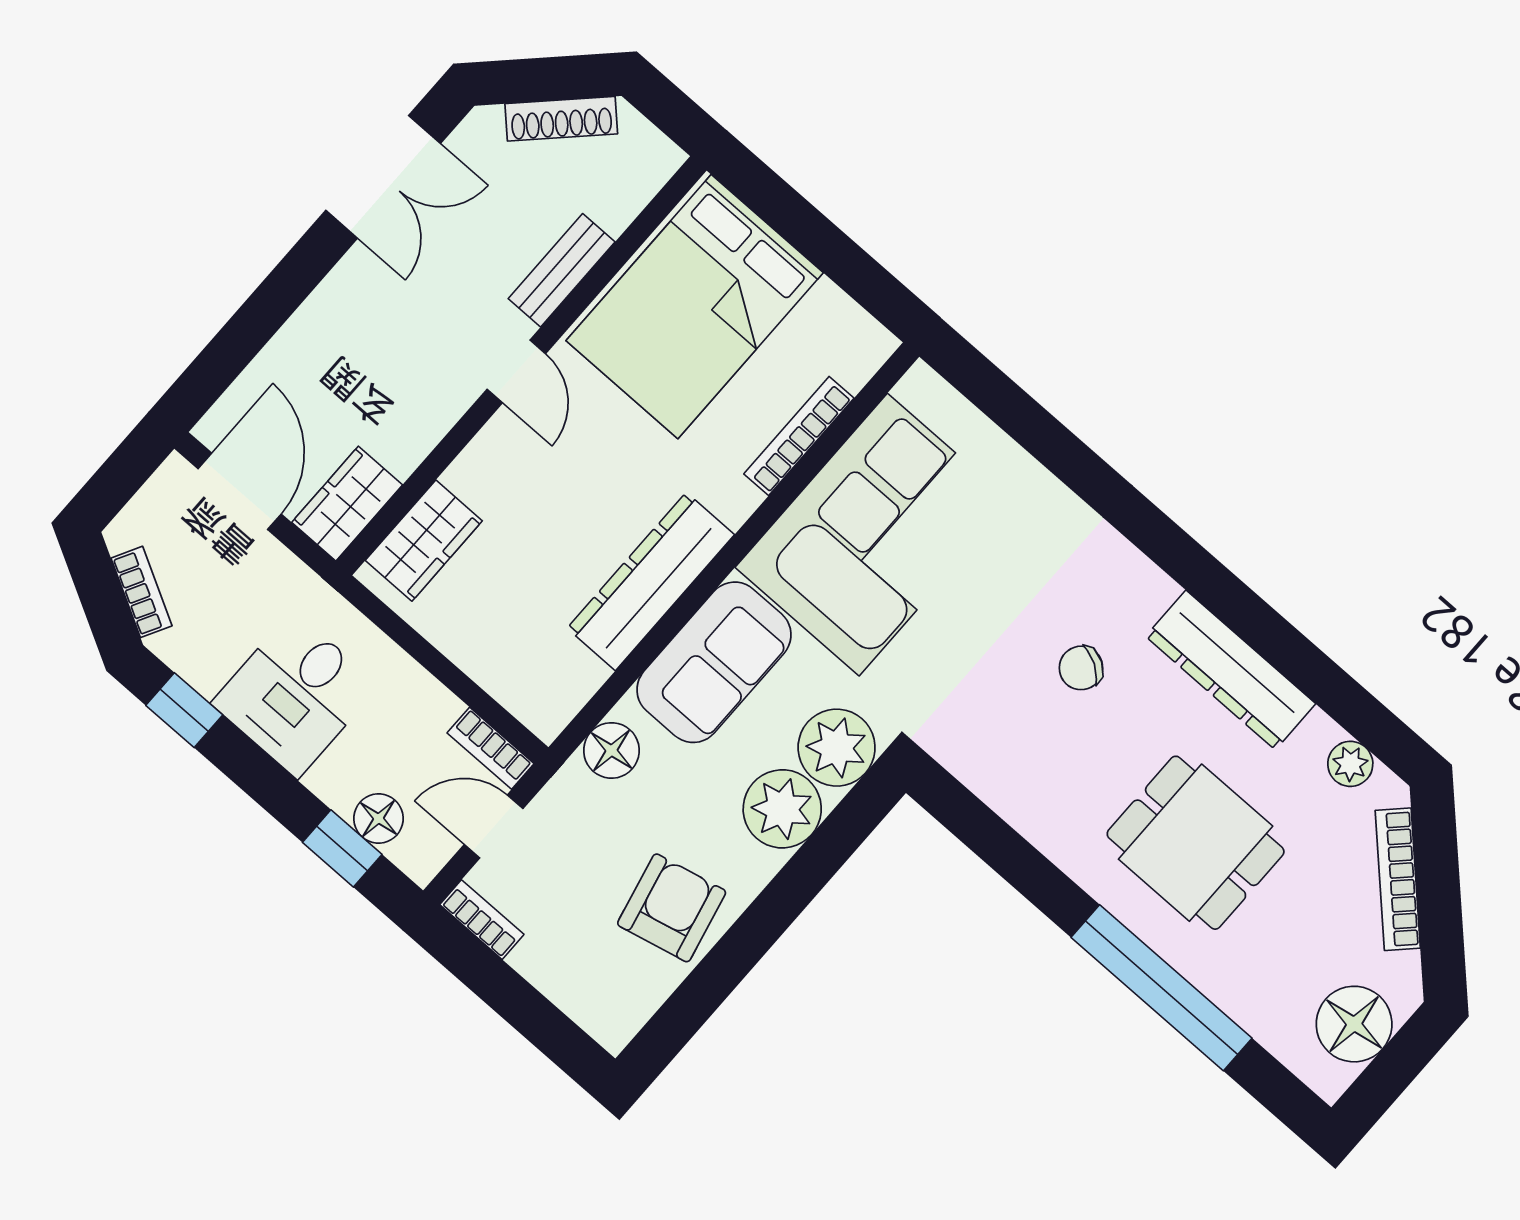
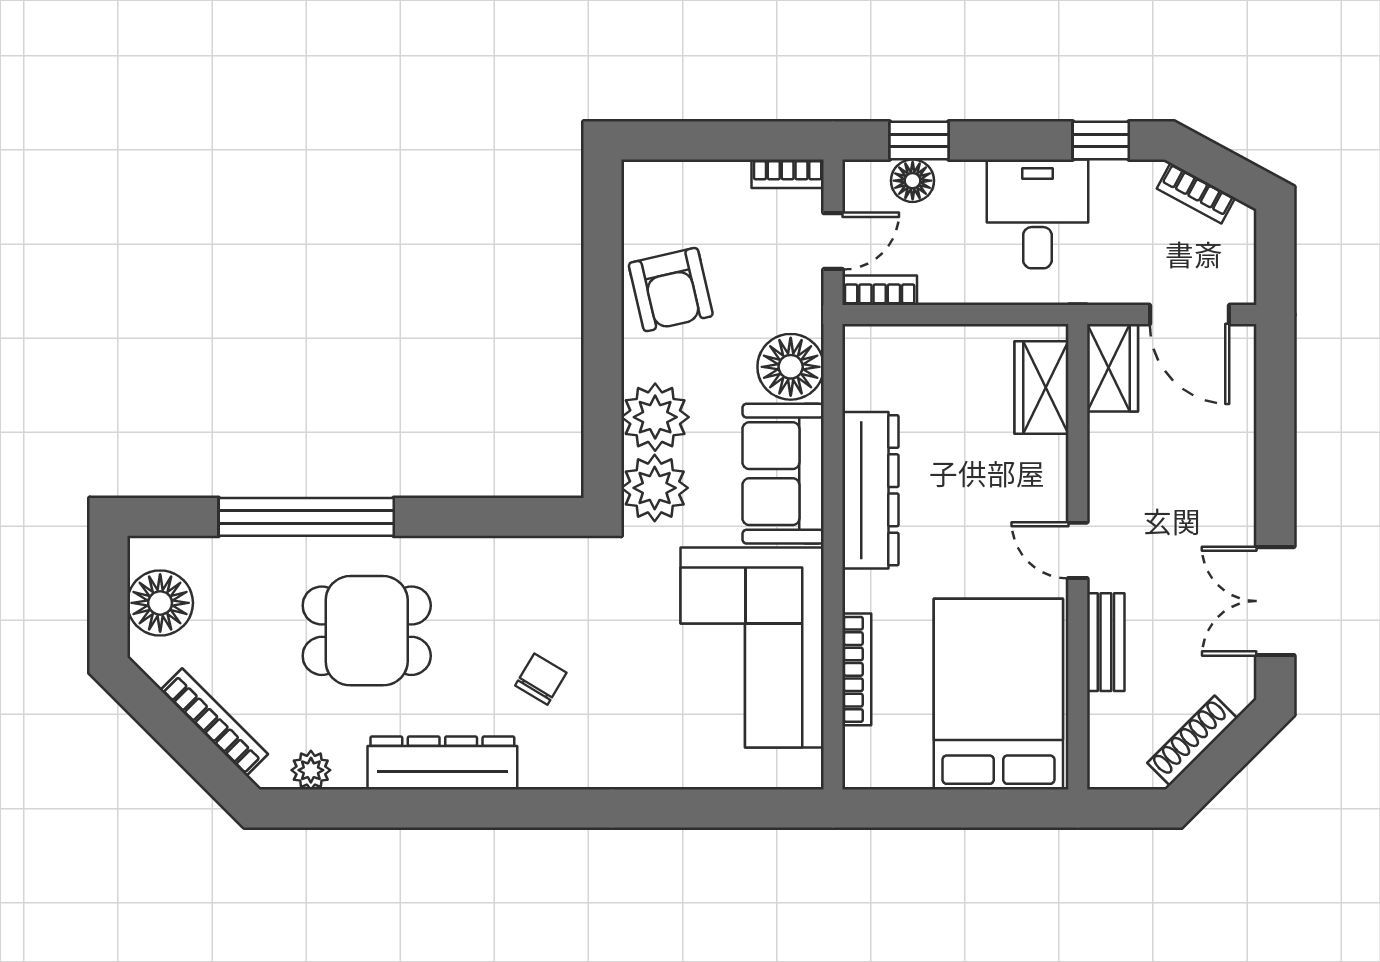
floor lamp: (611, 750) -> (791, 367), width x1.38, depth x1.38

